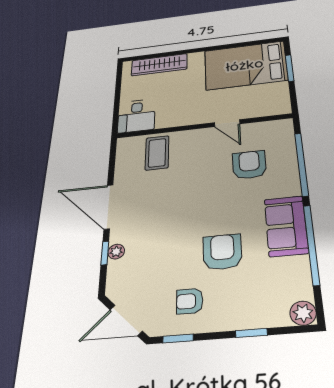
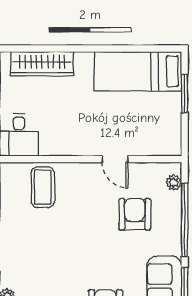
bed: (245, 65) -> (138, 71), width x0.67
plant: (287, 135) -> (174, 183), added

